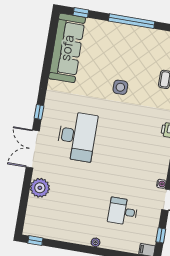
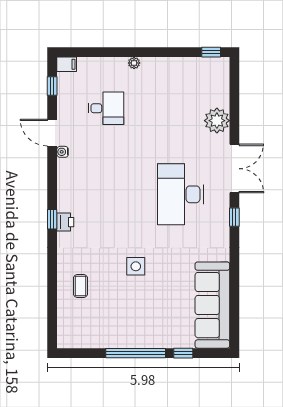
window: (81, 13) -> (183, 353), moved

